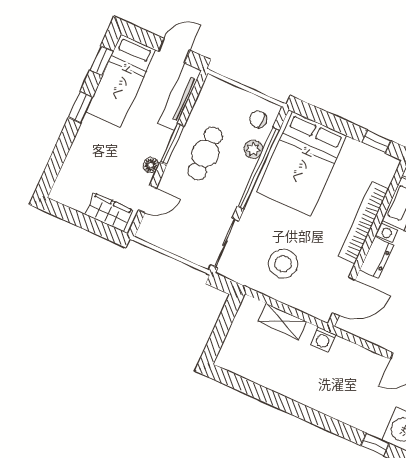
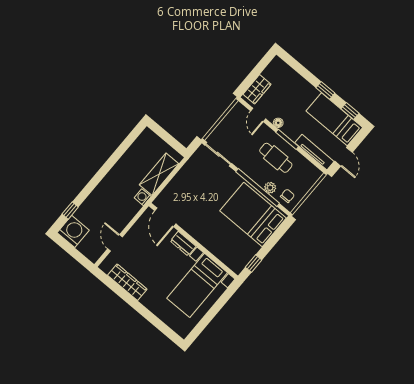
bookcase: (363, 223) -> (207, 242), removed
stool: (283, 264) -> (196, 186), removed
shelving: (282, 321) -> (159, 174), width x1.50, depth x1.33

